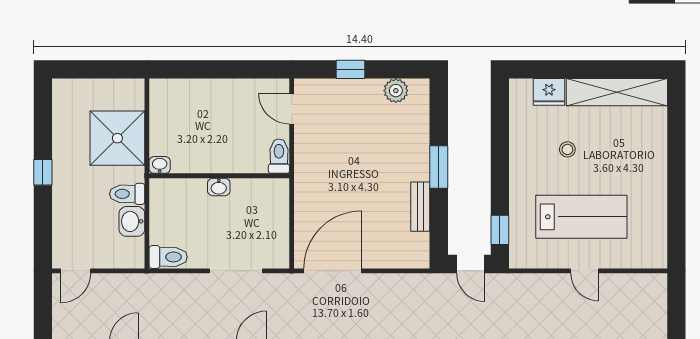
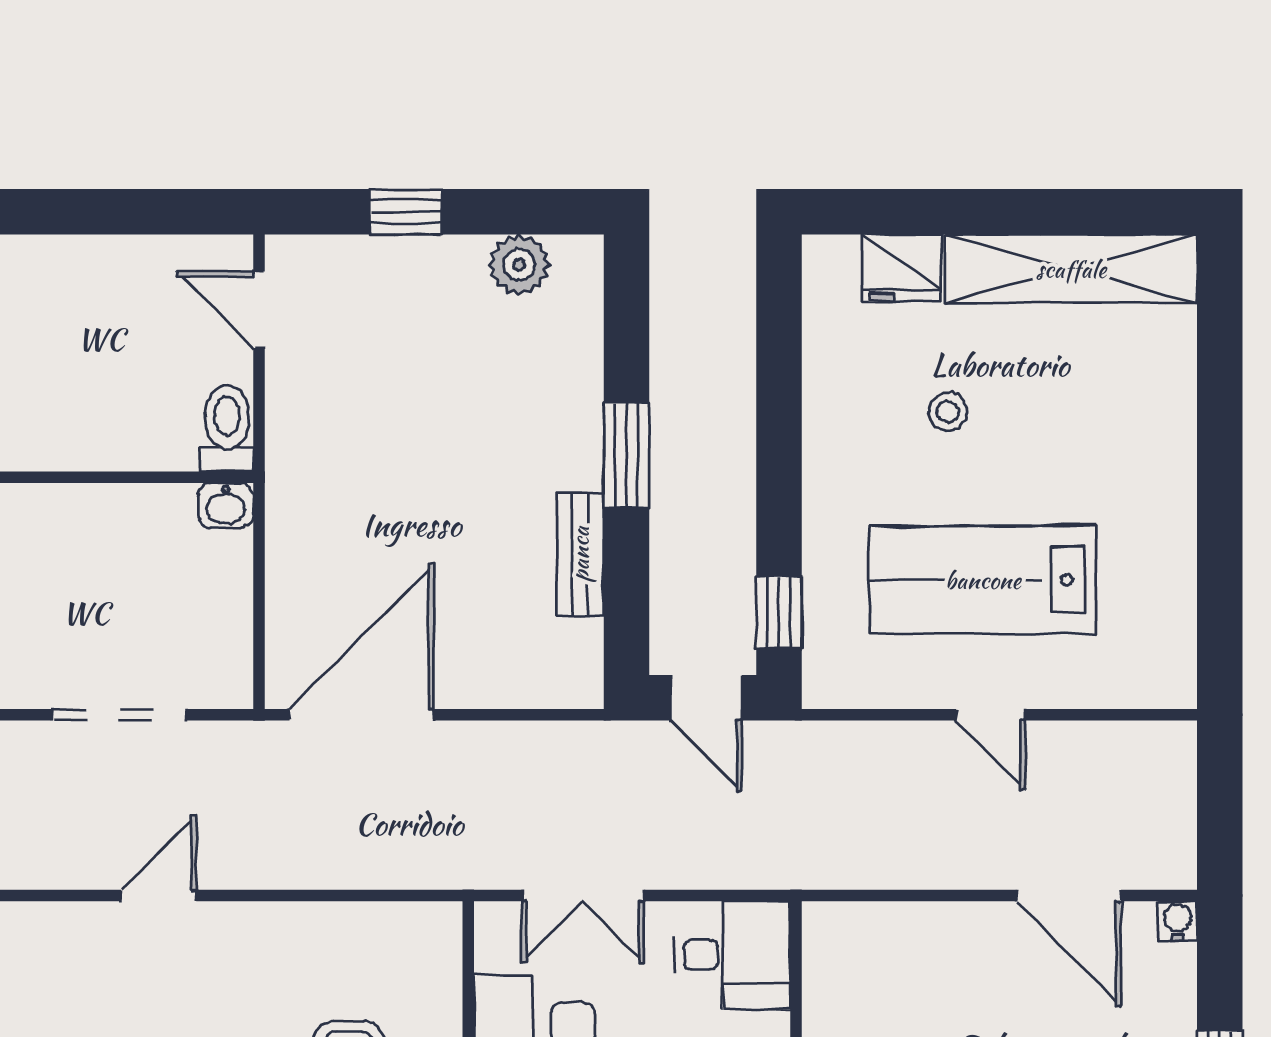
washbasin: (219, 187) -> (226, 505), moved
lab bench: (581, 217) -> (983, 580), turned 180

